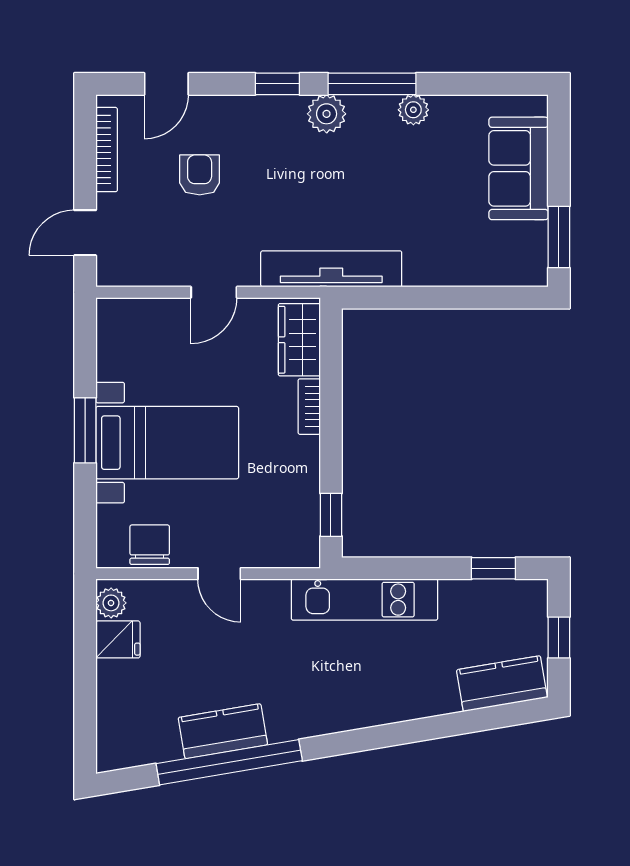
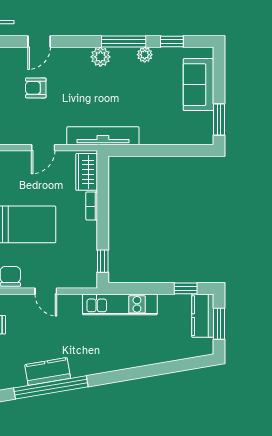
door: (166, 84) -> (39, 41), moved
window: (277, 84) -> (172, 41), moved
armchair: (200, 175) -> (36, 88), turned -90
window: (559, 637) -> (219, 324), width x1.50
kitchen counter: (502, 684) -> (203, 316), moved, turned -80

